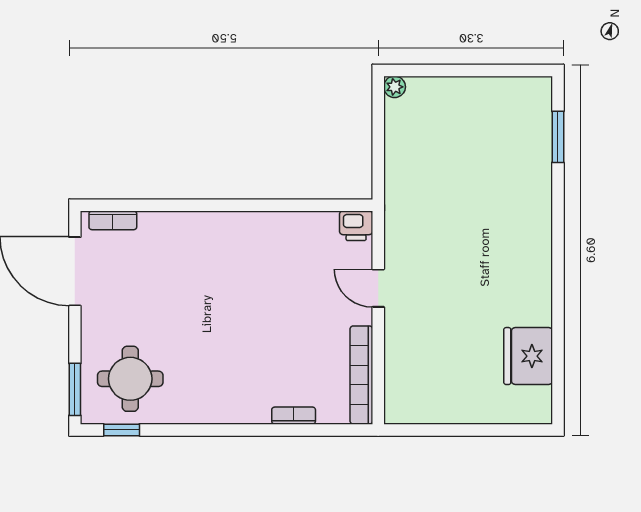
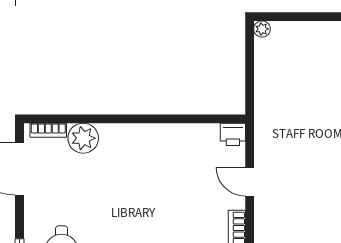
plant: (159, 231) -> (83, 138), added

